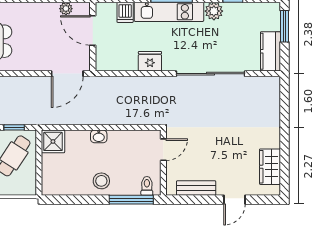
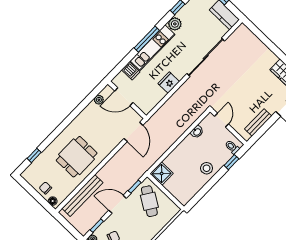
washbasin: (99, 136) -> (197, 132), moved
window: (131, 200) -> (231, 162), width x0.46

